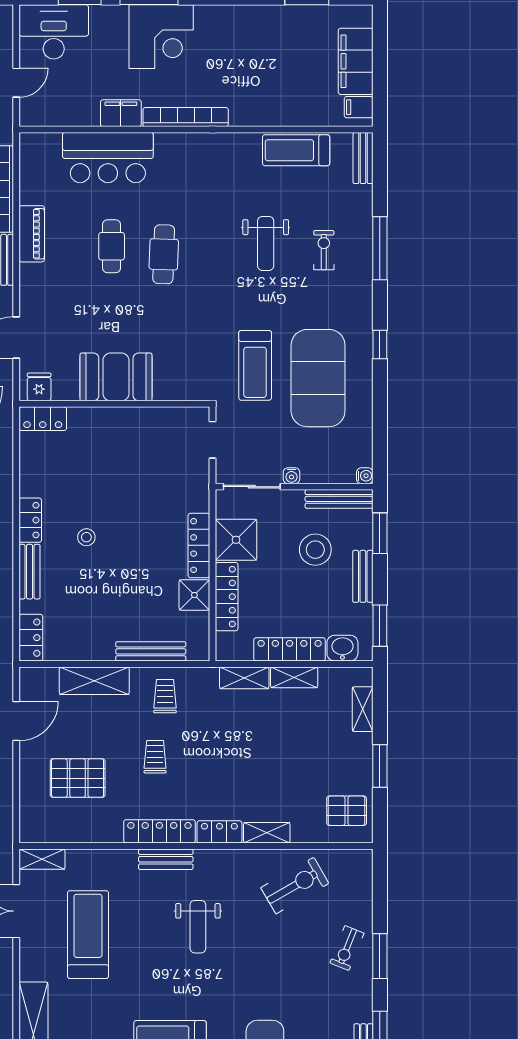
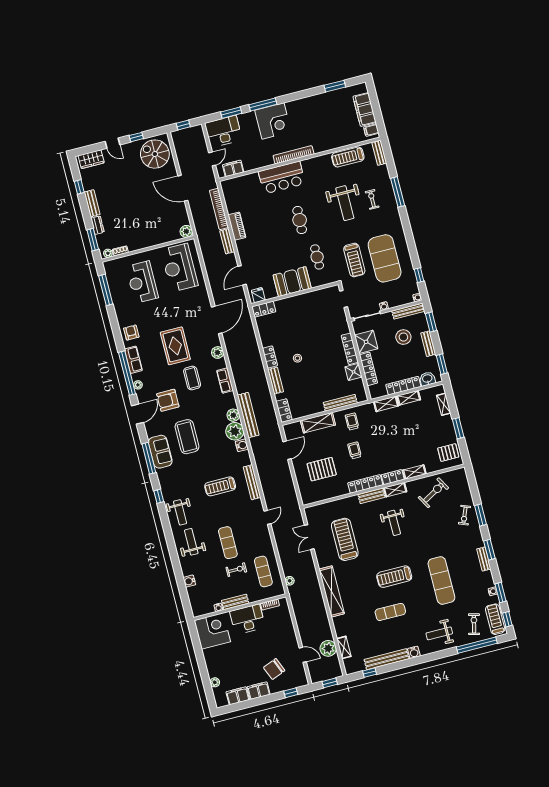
filing cabinet: (121, 113) -> (233, 168), moved
bar counter: (108, 158) -> (282, 178), moved
weight bench: (266, 243) -> (345, 203), width x1.36, depth x1.33
cafe table: (112, 246) -> (317, 257), moved
window: (380, 344) -> (419, 275), moved
shelving: (42, 859) -> (395, 490), moved

